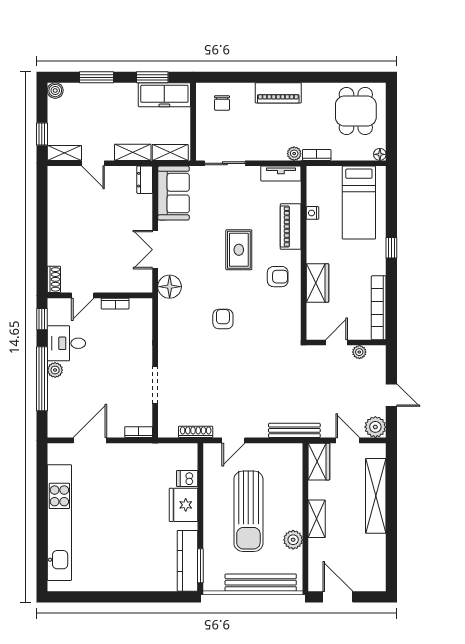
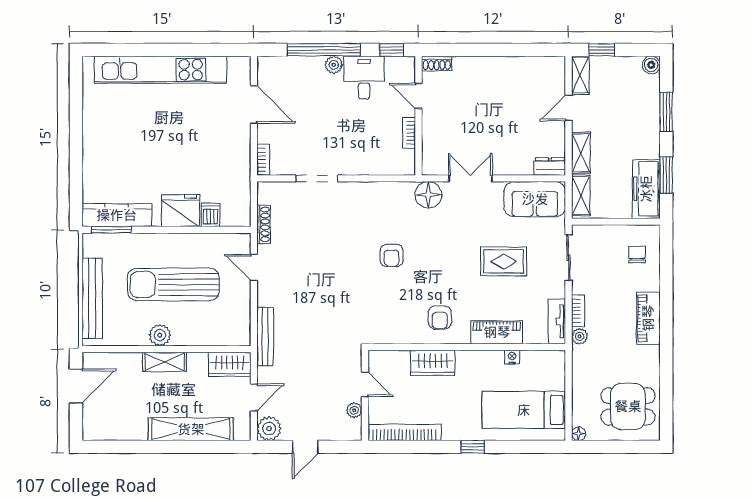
chair: (222, 103) -> (637, 254), turned 90
bookcase: (317, 155) -> (578, 311), moved
rug: (239, 250) -> (504, 261), moved
armchair: (223, 319) -> (392, 255), turned 90
plant: (293, 540) -> (160, 335), moved

